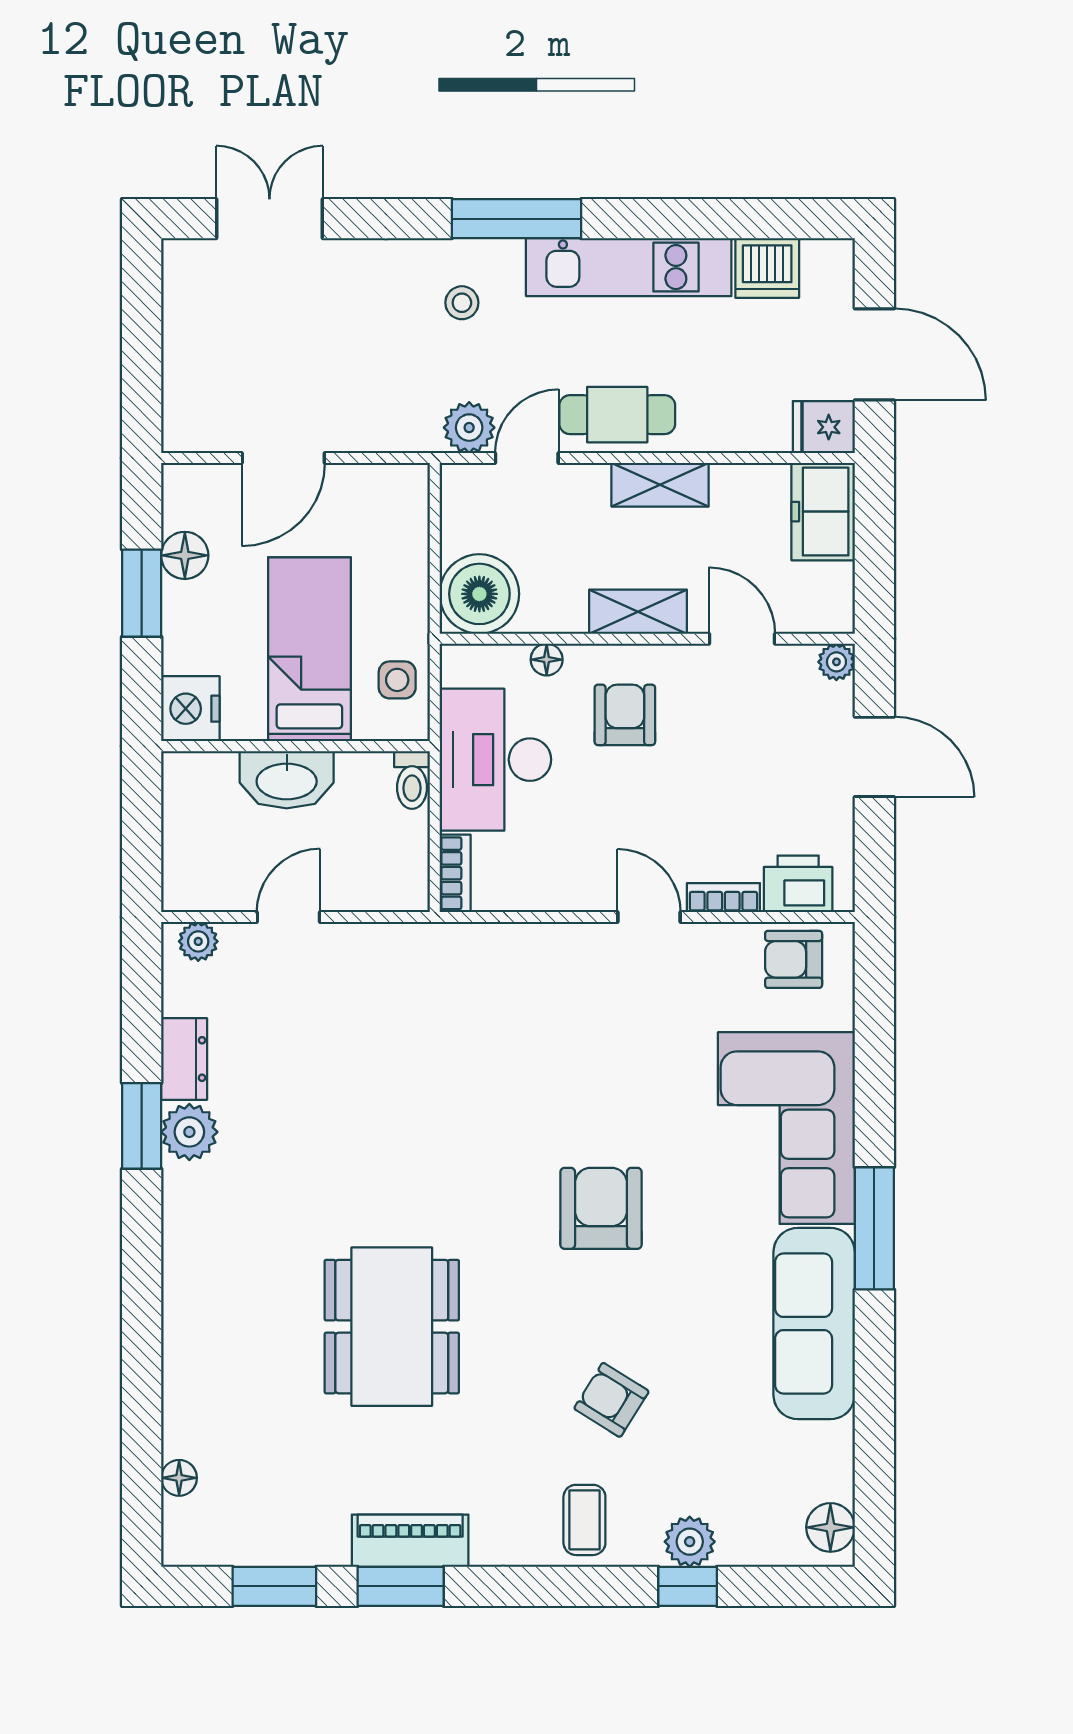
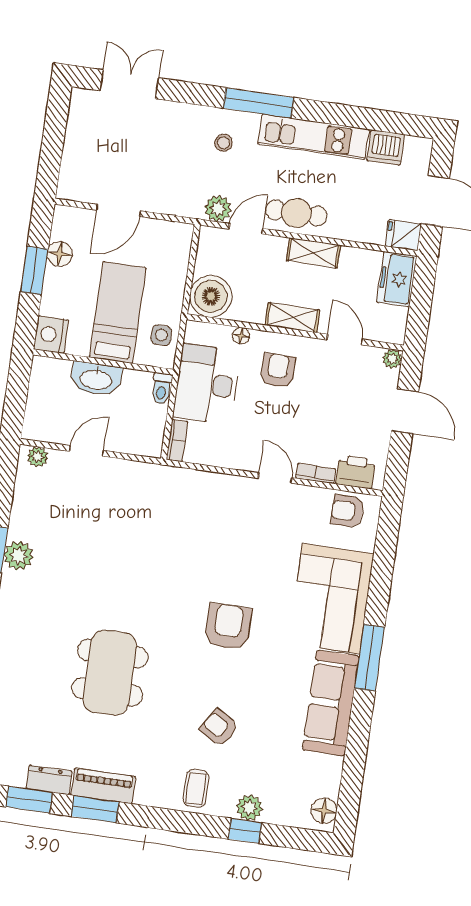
dresser: (184, 1059) -> (49, 780), moved, turned -90

